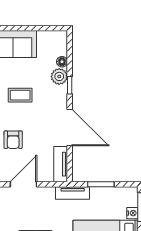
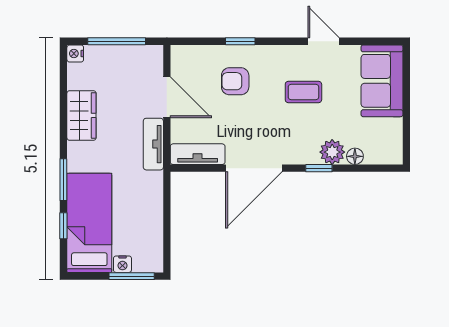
coffee table: (20, 95) -> (303, 92), turned 90
window: (101, 184) -> (167, 216), removed
tv unit: (73, 193) -> (153, 144), moved

